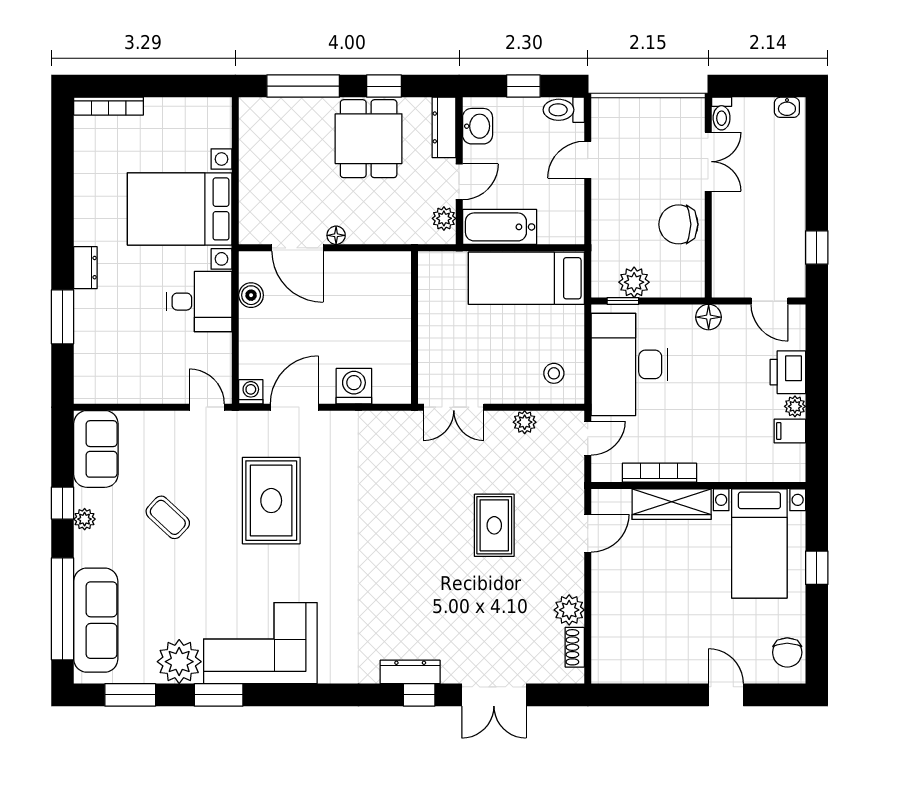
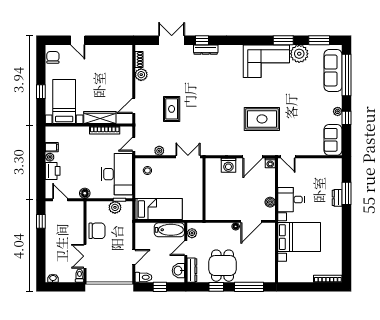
door: (297, 248) -> (251, 221), swing flipped
dresser: (85, 268) -> (337, 198), moved
rug: (271, 501) -> (262, 119), turned 90
coffee table: (168, 517) -> (304, 112), removed

